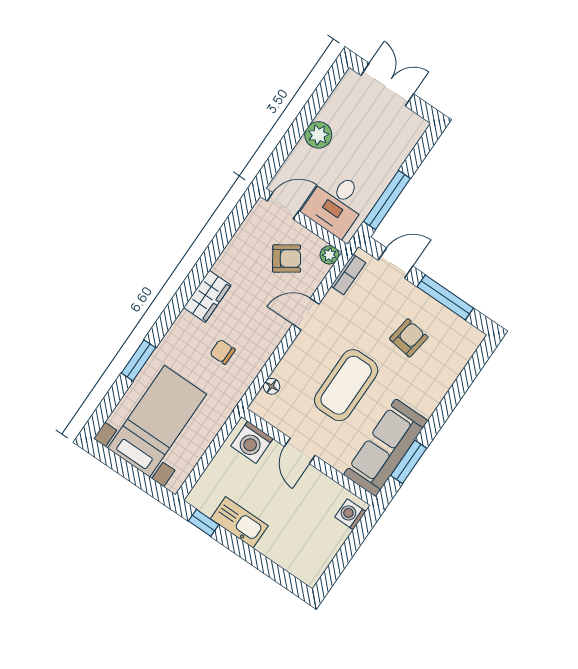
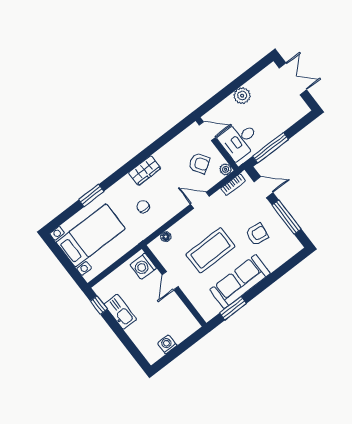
sofa: (386, 448) -> (240, 282), moved
washing machine: (350, 514) -> (167, 344), moved

